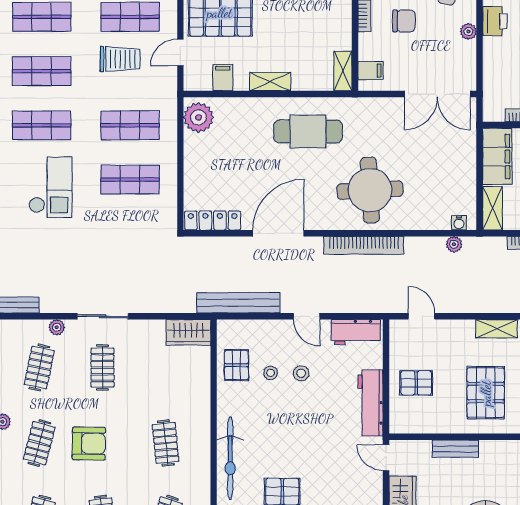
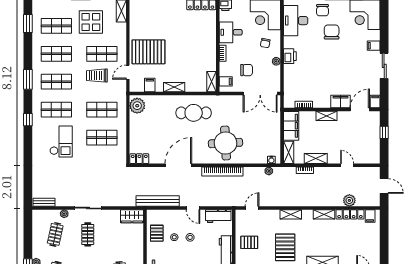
chair: (404, 21) -> (247, 70), moved
trolley: (120, 59) -> (97, 76), turned 180
locker: (213, 220) -> (139, 159), width x0.66
door: (422, 316) -> (252, 208), hinge flipped

